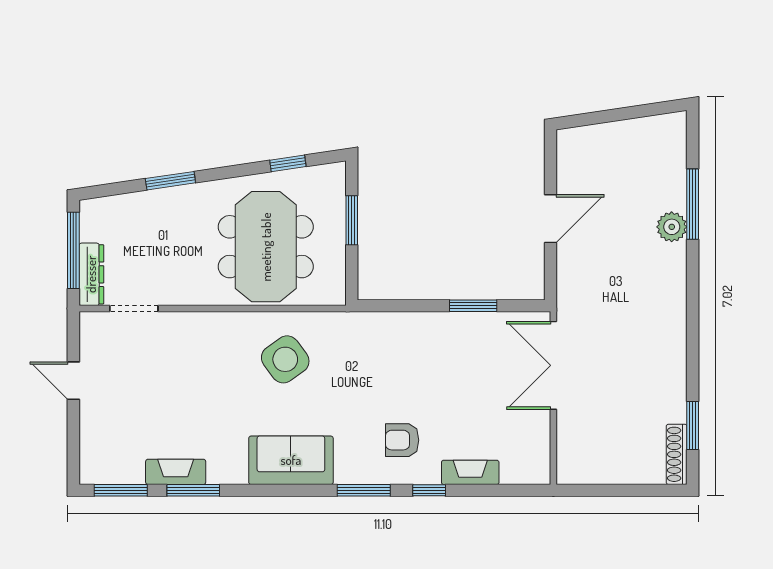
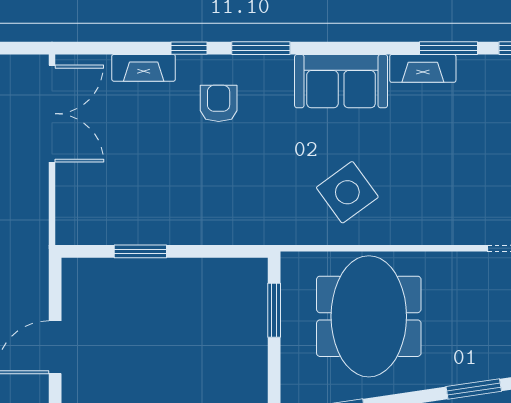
window: (352, 220) -> (274, 310), moved
double door: (553, 365) -> (52, 114), moved
armchair: (402, 440) -> (219, 103), turned -90
fireplace: (176, 472) -> (423, 68), moved

